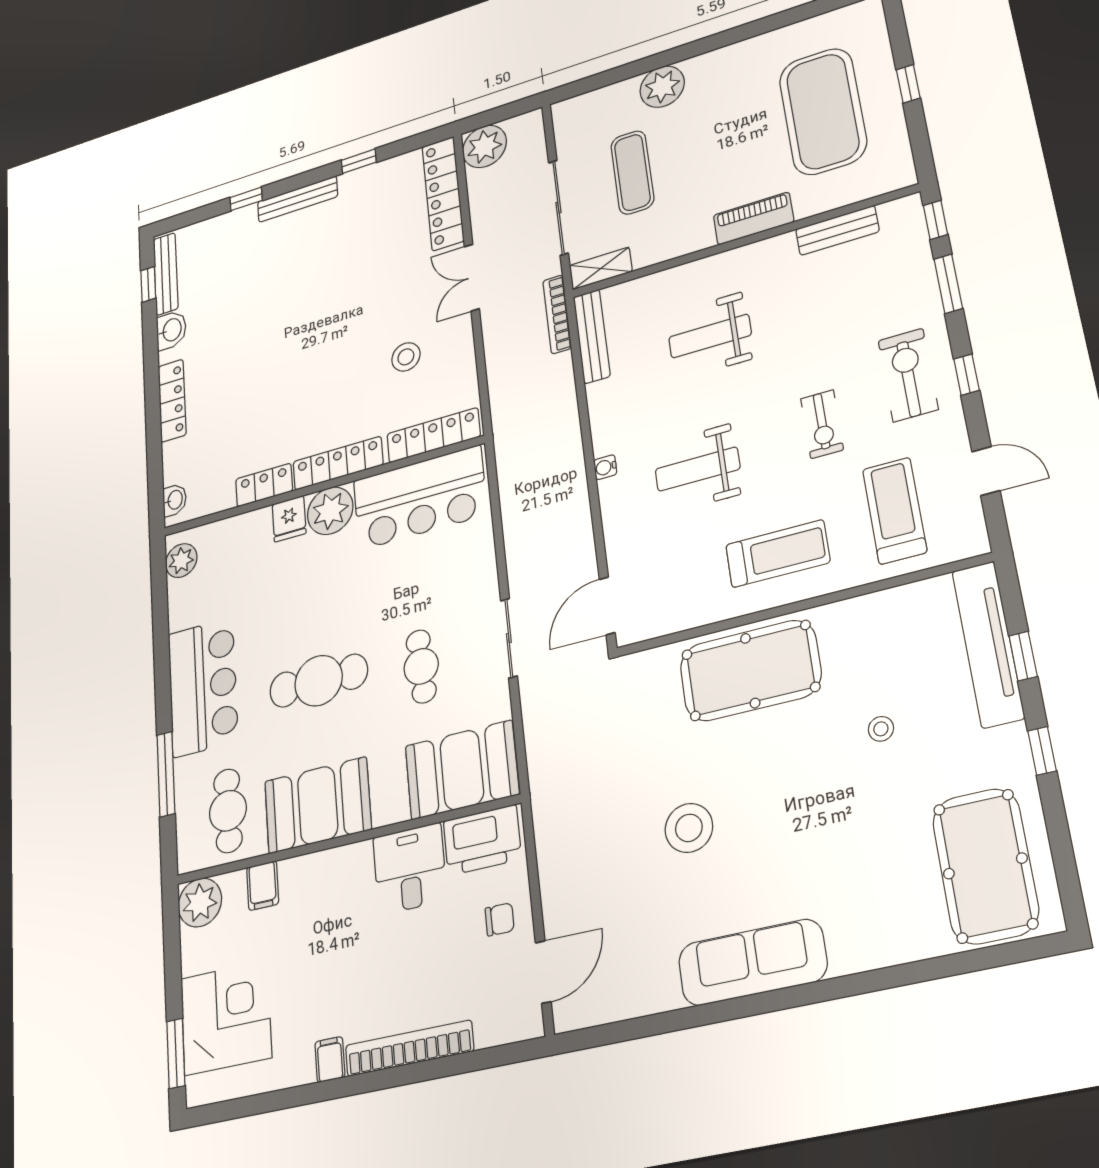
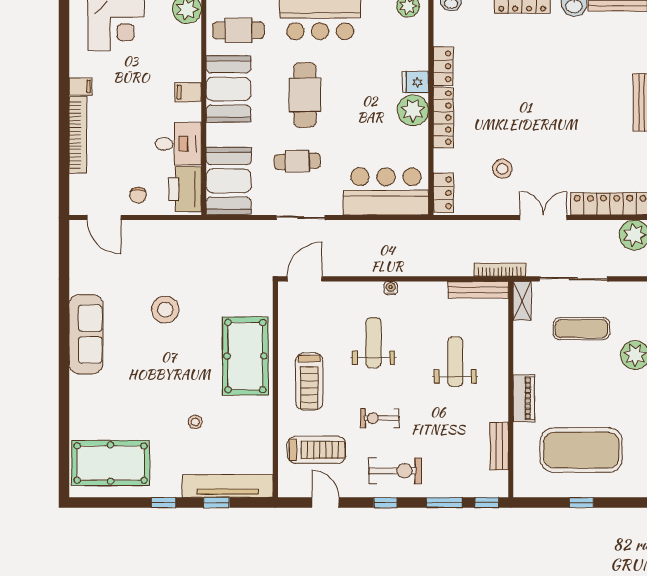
locker: (433, 435) -> (443, 193), width x0.66
door: (986, 471) -> (325, 503), swing flipped
bar counter: (420, 498) -> (386, 191), moved, turned 90
door: (607, 606) -> (305, 279), hinge flipped
filing cabinet: (263, 886) -> (188, 92), moved

